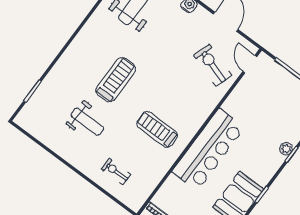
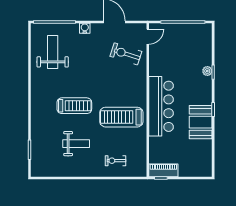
door: (250, 64) -> (148, 37), swing flipped
treadmill: (116, 80) -> (74, 106), turned 90
treadmill: (157, 129) -> (121, 117), width x1.37, depth x1.38

